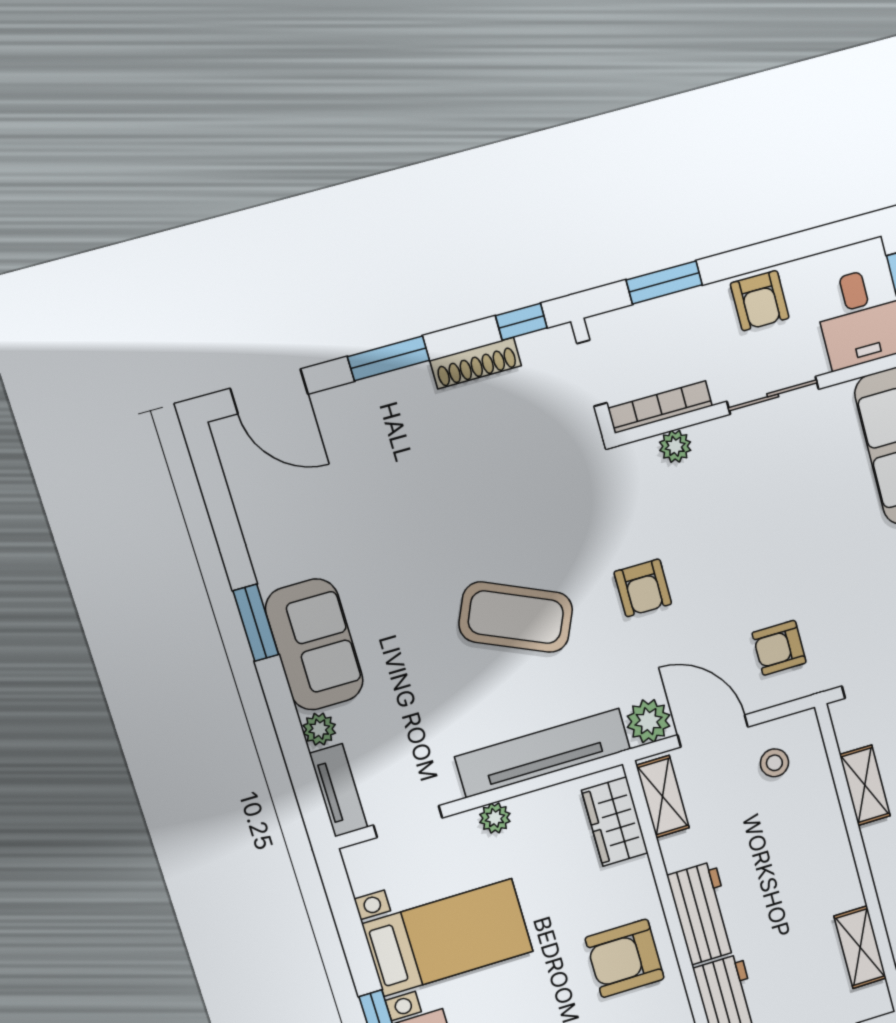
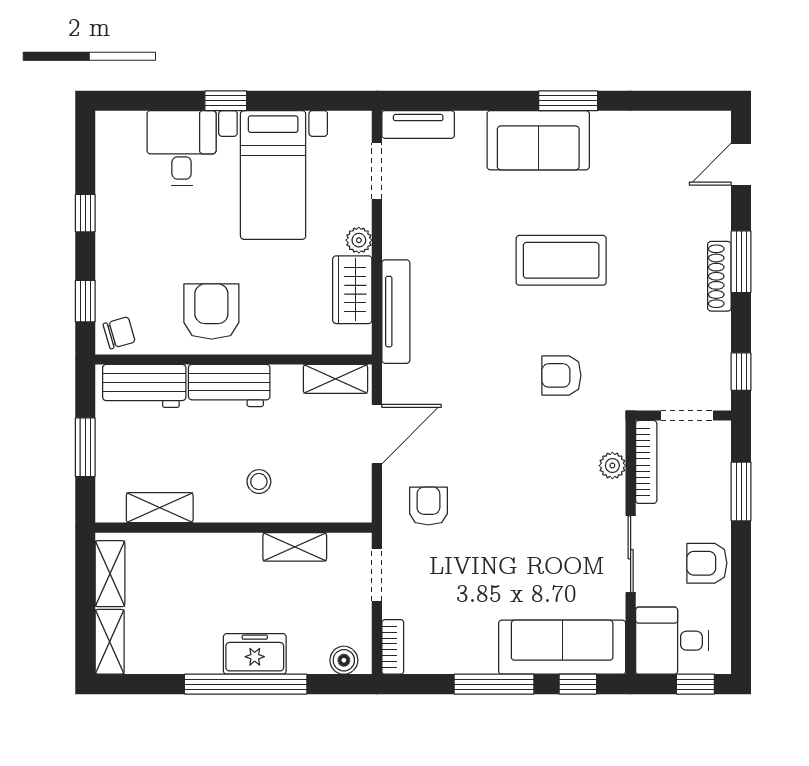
shoe rack: (476, 363) -> (719, 276), moved
door: (269, 391) -> (741, 164), width x0.73
armchair: (643, 588) -> (561, 375), moved
coffee table: (516, 617) -> (561, 260), moved, turned 66
plant: (649, 721) -> (400, 384), removed
plant: (319, 729) -> (471, 124), removed
tv unit: (543, 753) -> (396, 312), width x0.73, depth x0.78
stool: (774, 763) -> (259, 482), moved
wardrobe: (615, 822) -> (352, 290), moved, turned -90

